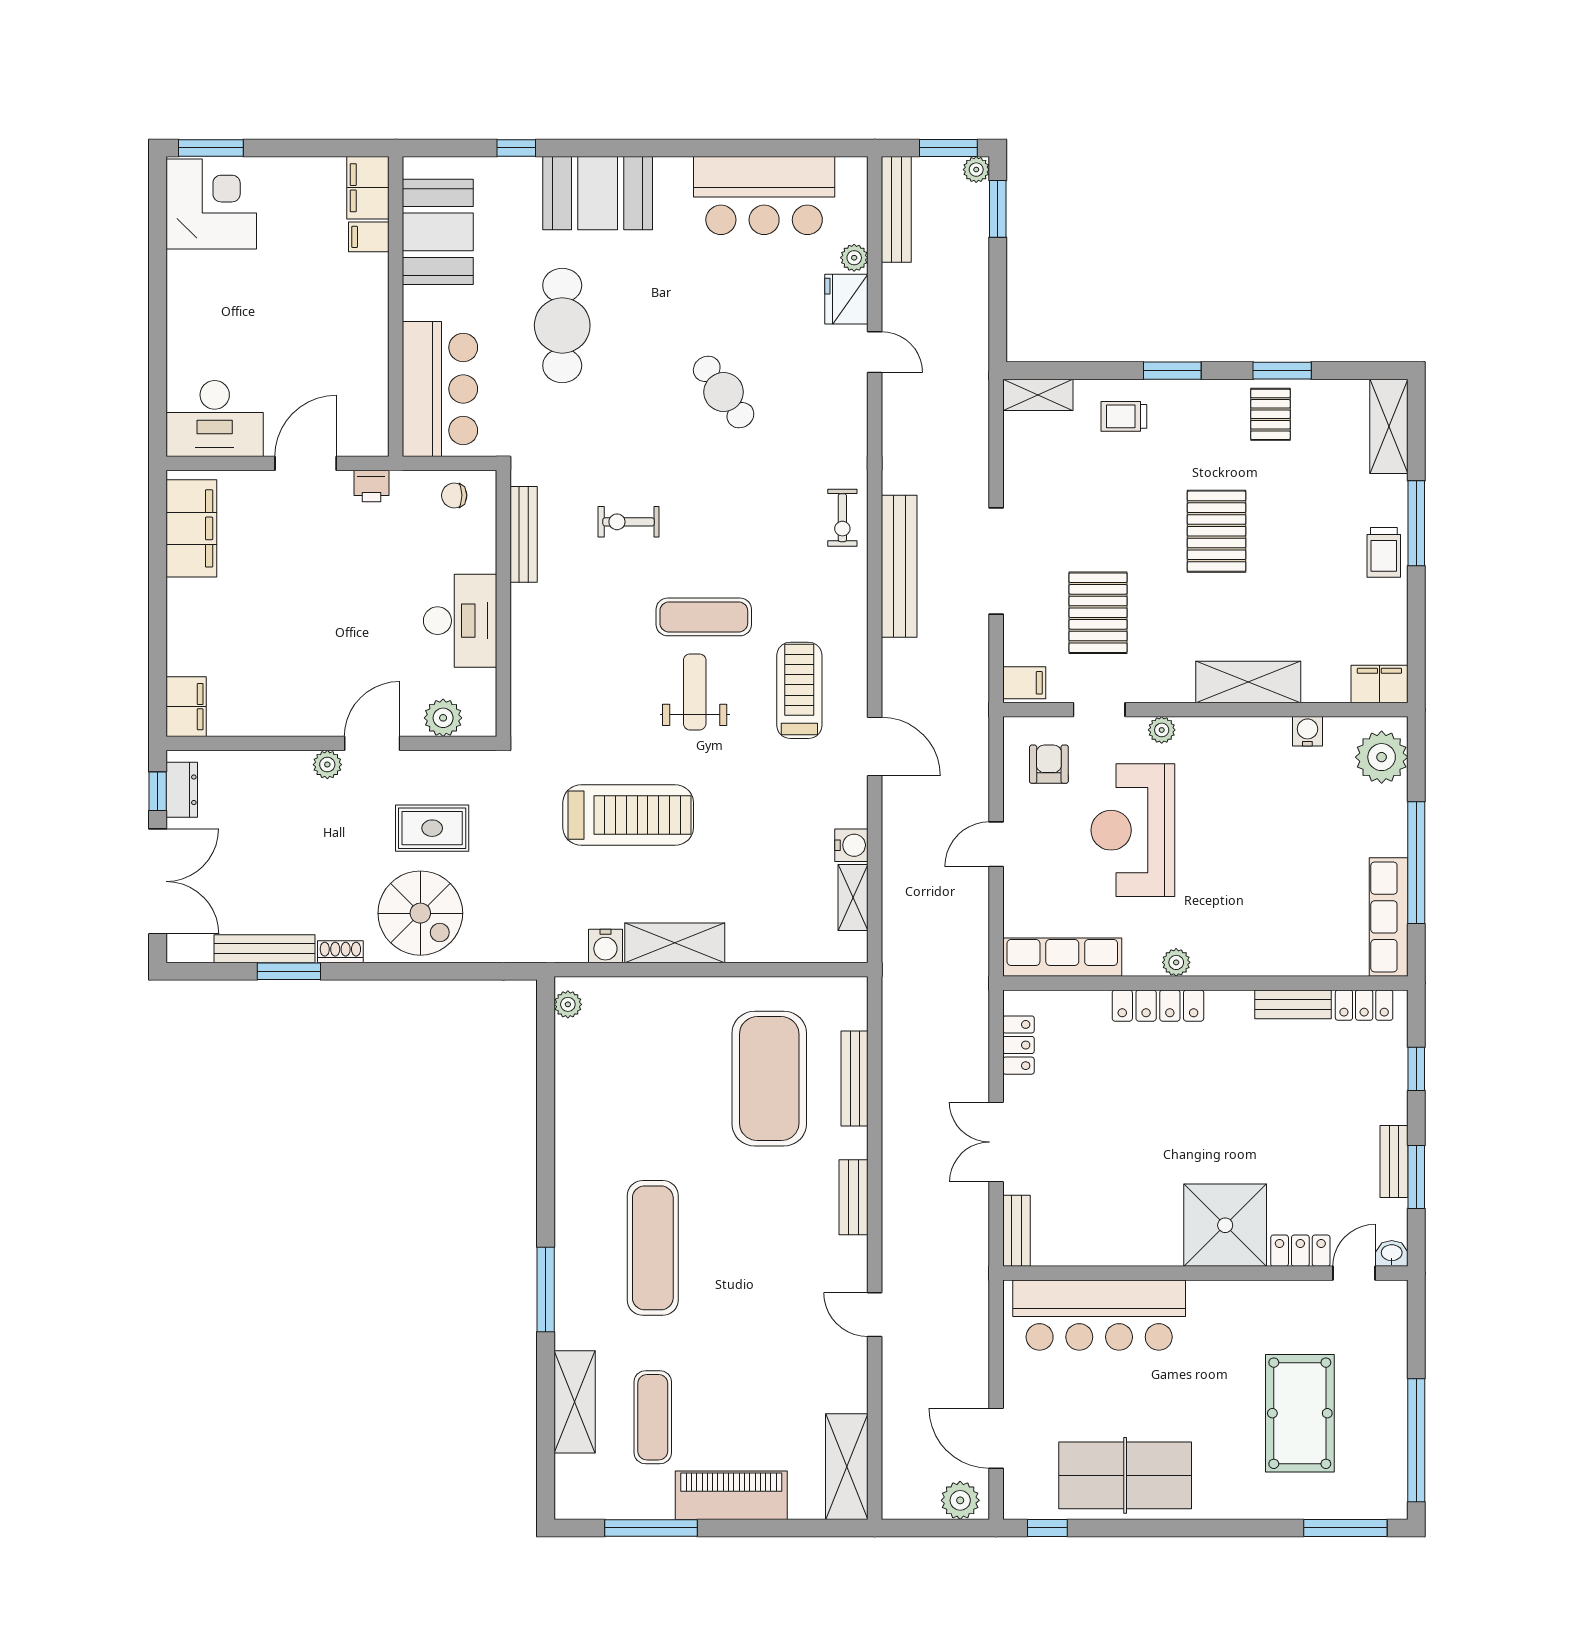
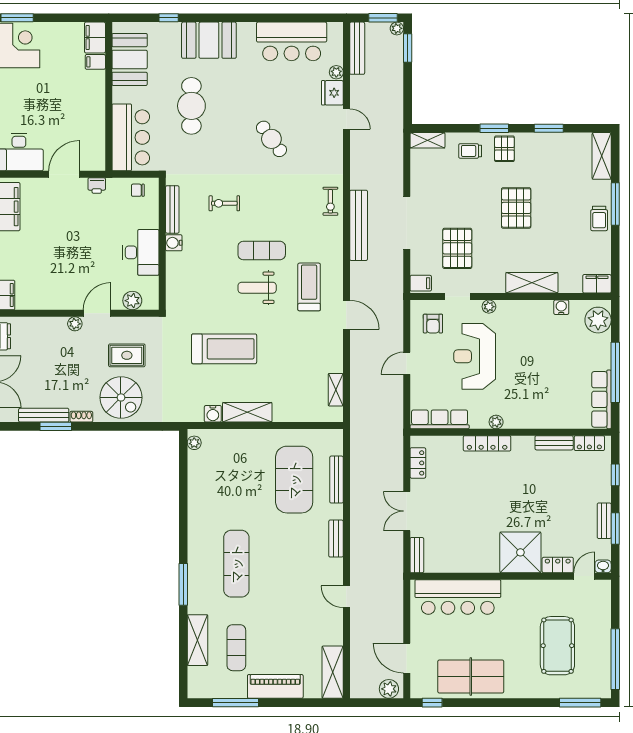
pallet: (1270, 414) -> (504, 149), moved
weight bench: (695, 692) -> (257, 288), turned -90
armchair: (1049, 764) -> (433, 324), turned 180
water cooler: (851, 845) -> (174, 243), moved, turned 180

